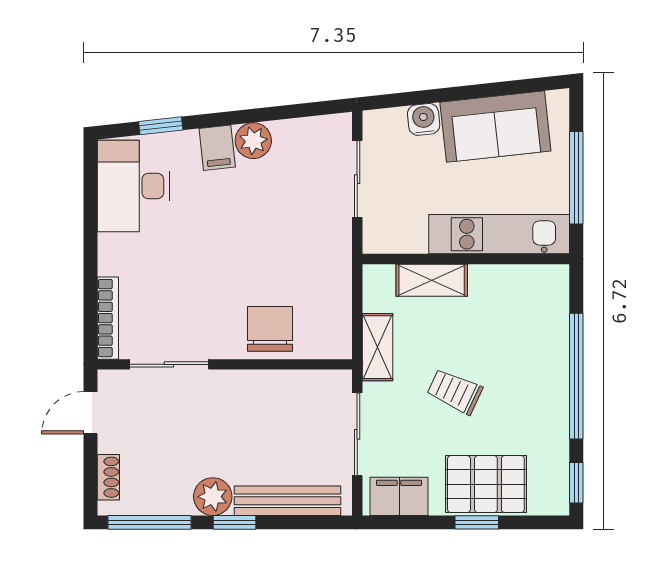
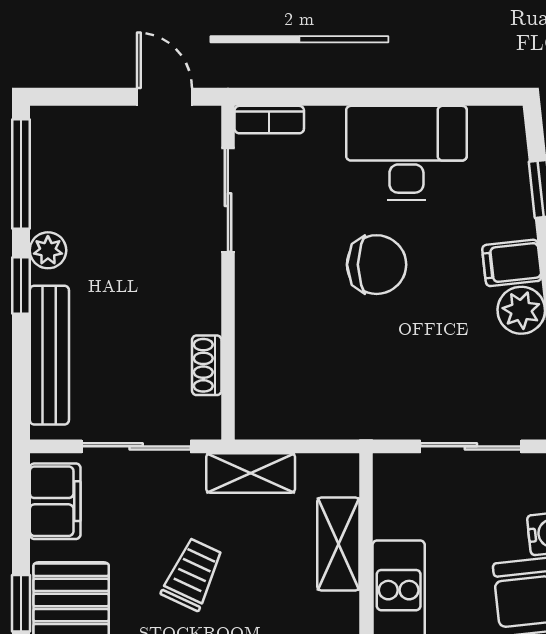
desk: (133, 186) -> (406, 153), moved
bookcase: (108, 318) -> (269, 120), width x0.64
chair: (270, 329) -> (377, 265), moved
shoe rack: (108, 477) -> (207, 365), moved, turned 90
plant: (213, 497) -> (48, 250), width x0.73, depth x0.73

